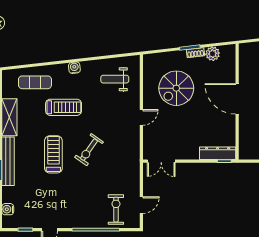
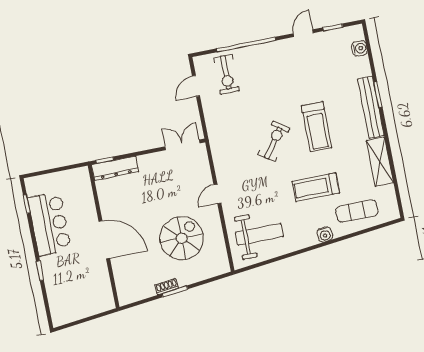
plant: (213, 54) -> (145, 289), removed
water cooler: (74, 68) -> (325, 234), moved
weight bench: (115, 79) -> (259, 234), width x1.36, depth x1.33

